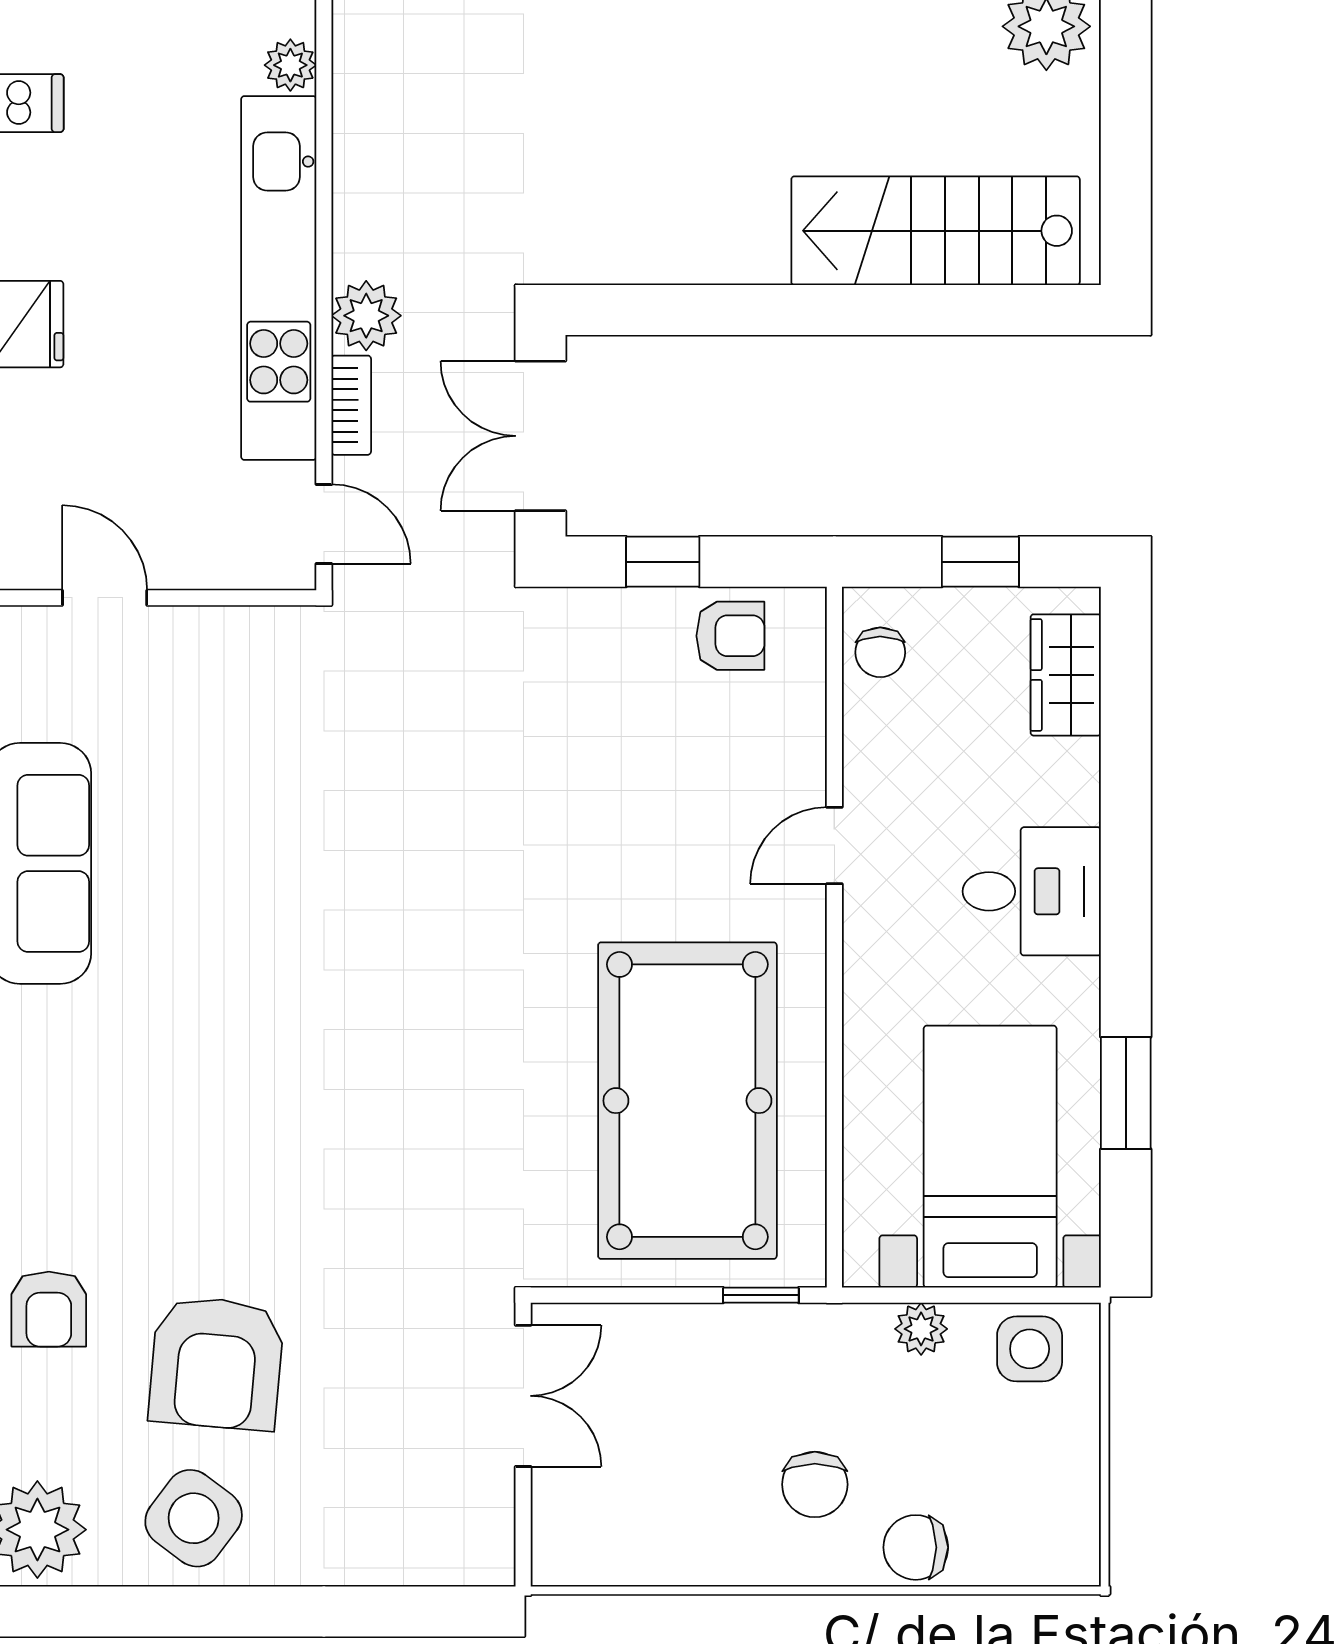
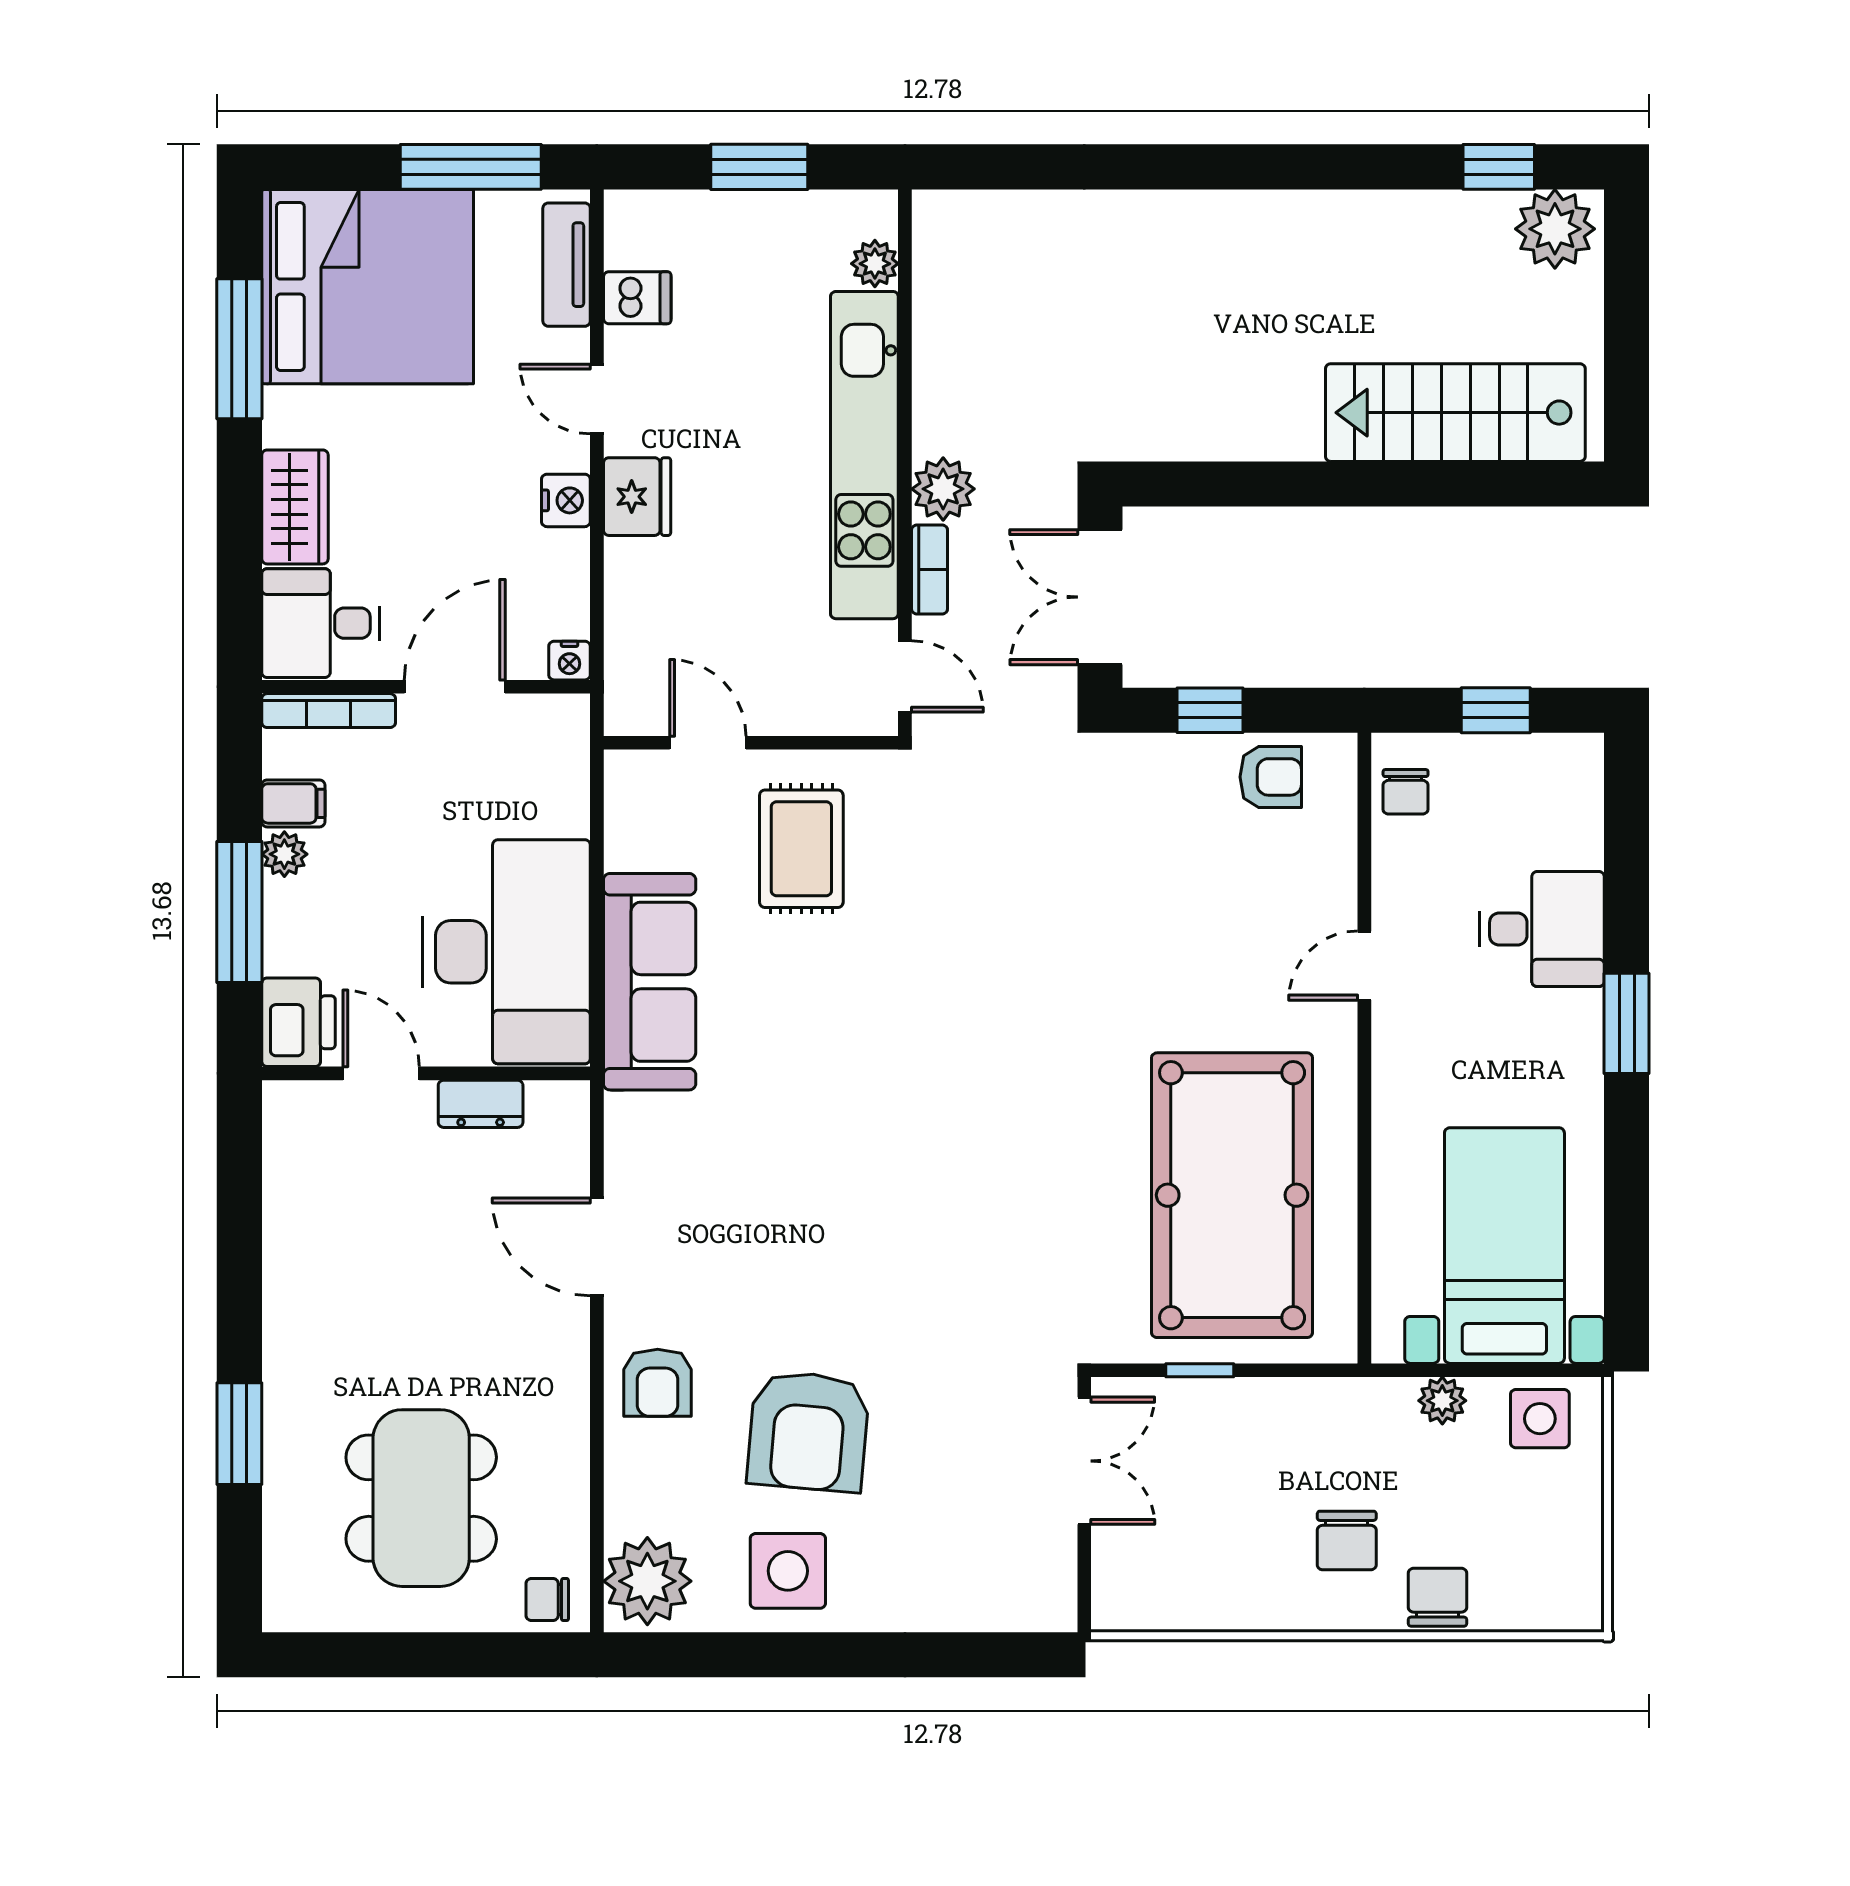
wardrobe: (1066, 675) -> (1572, 812), removed
rug: (209, 716) -> (801, 849), added
desk: (1032, 891) -> (1542, 929), moved
window: (1126, 1093) -> (1627, 1023), moved
window: (761, 1295) -> (1200, 1370), moved
side table: (194, 1518) -> (788, 1571), turned -37
chair: (916, 1547) -> (1438, 1597), turned 90

